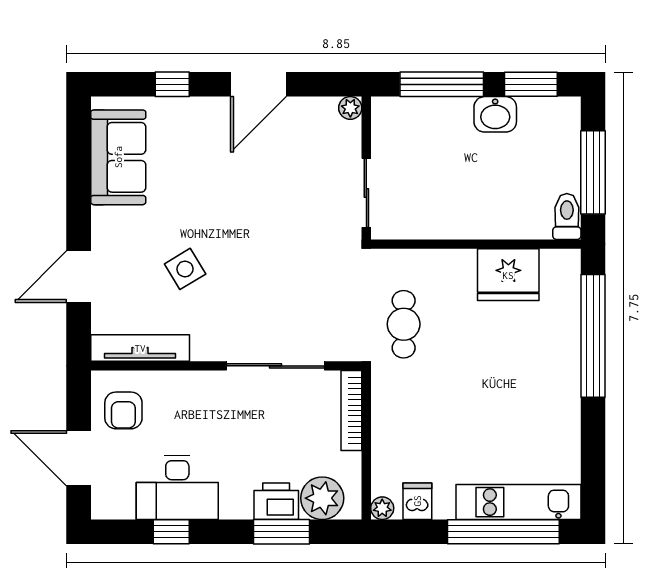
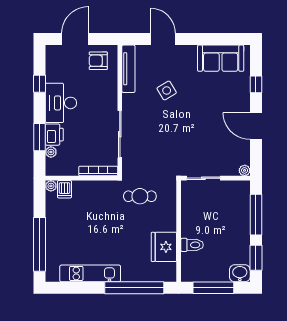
washbasin: (495, 114) -> (240, 273), moved, turned 90
toilet: (567, 216) -> (192, 245), moved
desk: (177, 488) -> (61, 103), moved
plant: (322, 498) -> (51, 152), width x0.53, depth x0.53
dishwasher: (417, 501) -> (65, 189), moved, turned 90
kitchen unit: (519, 502) -> (90, 273), moved, turned -90

